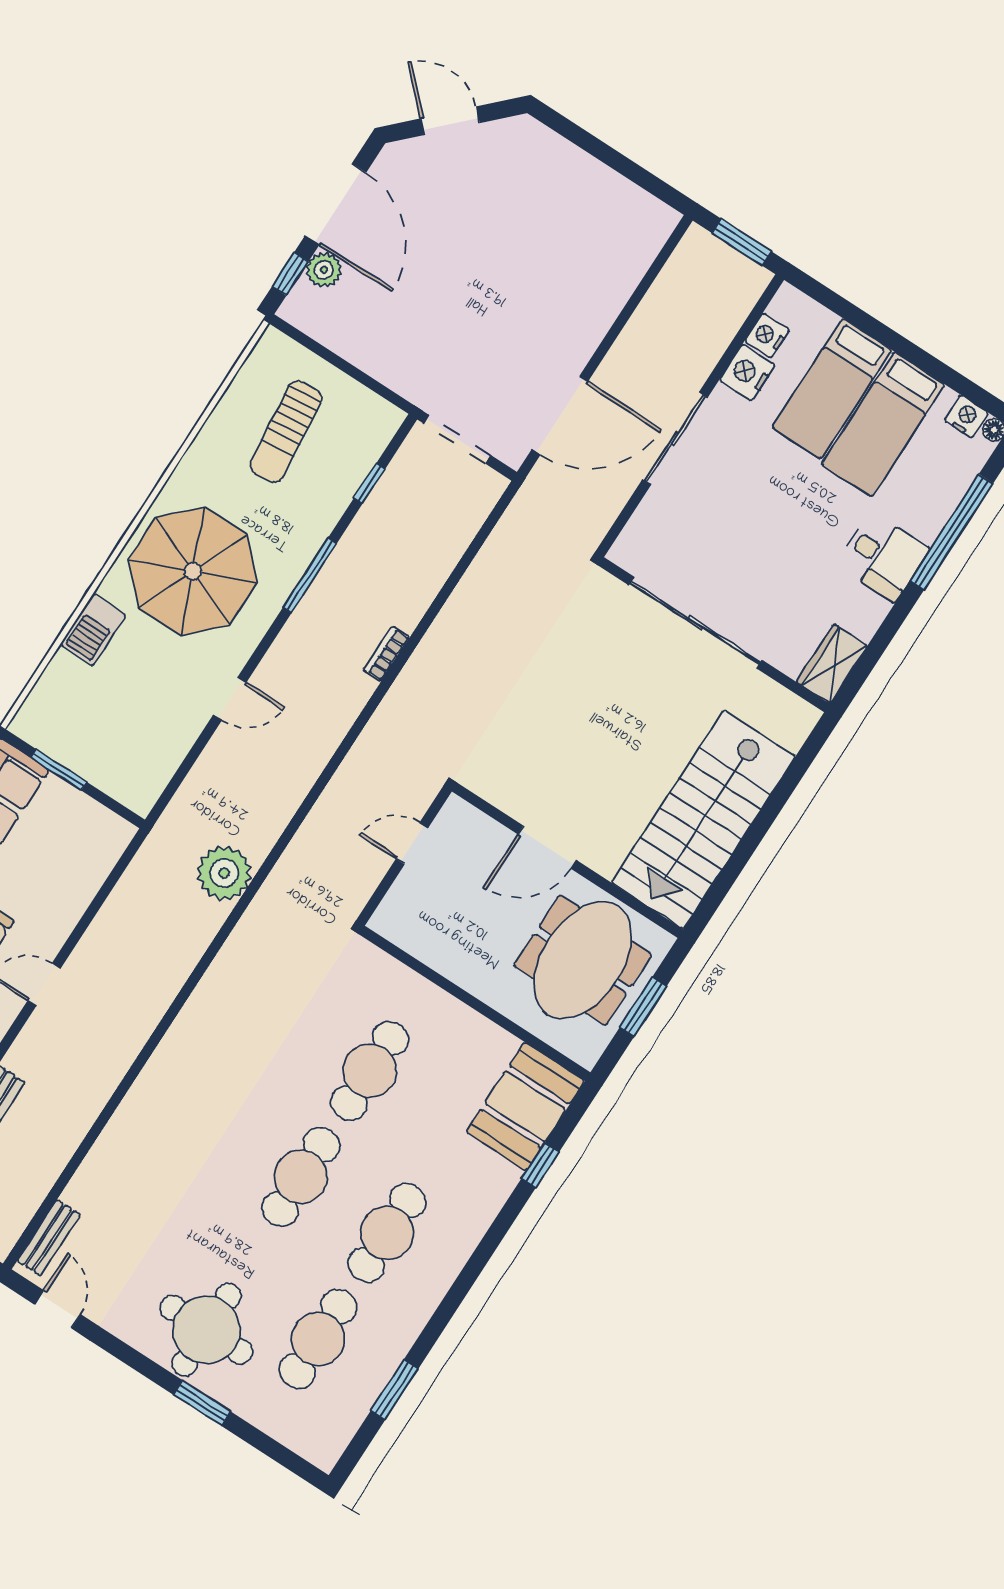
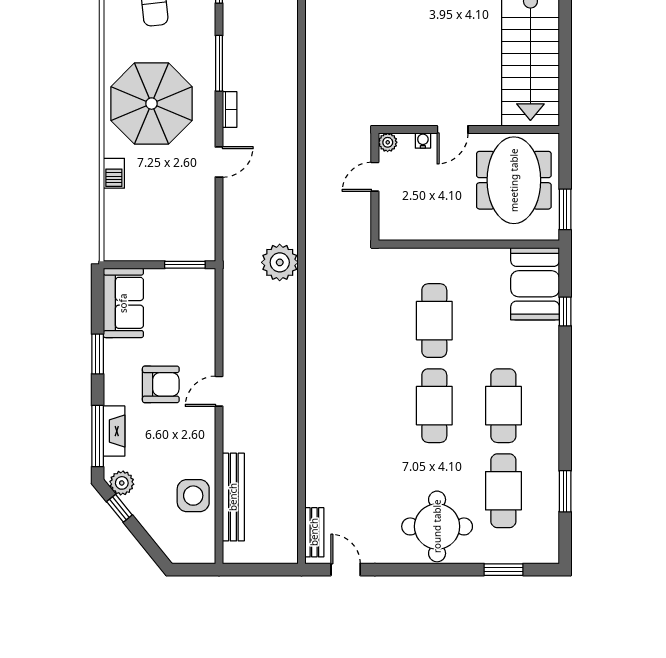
barbecue: (93, 630) -> (114, 173), width x0.73, depth x0.79
bookcase: (386, 654) -> (230, 110), moved, turned 180
window: (59, 770) -> (185, 265), moved
plant: (456, 811) -> (388, 142), added
water cooler: (501, 837) -> (423, 141), added
door: (547, 847) -> (453, 130), width x0.73
window: (643, 1007) -> (565, 209), moved
window: (202, 1403) -> (503, 570), moved

